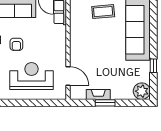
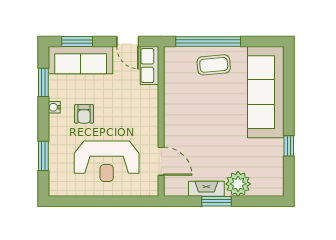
reception desk: (32, 76) -> (107, 161), turned 180
plant: (142, 91) -> (238, 184), moved

